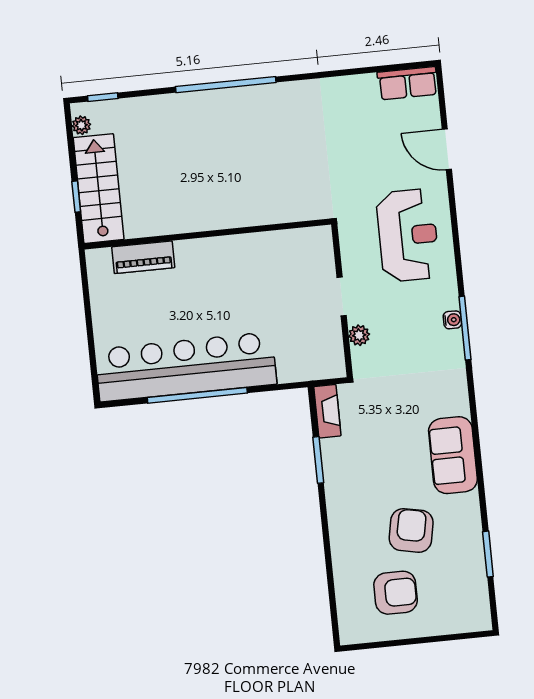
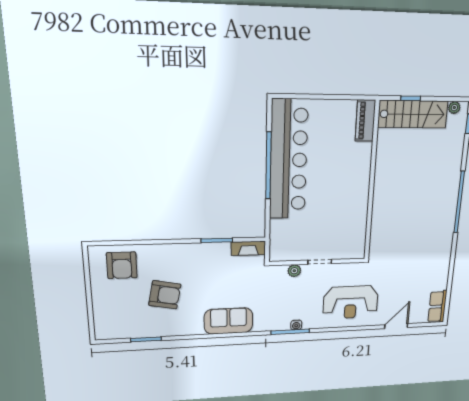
piano: (143, 257) -> (365, 121), moved
sofa: (453, 455) -> (228, 321), moved
armchair: (396, 593) -> (122, 265), moved

